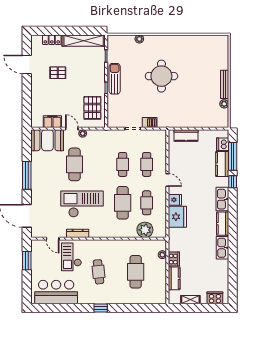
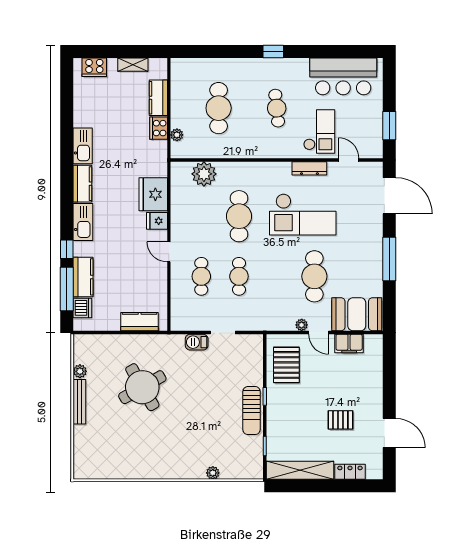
round table: (161, 76) -> (142, 387), moved, turned -30
cafe table: (147, 203) -> (201, 216), removed

